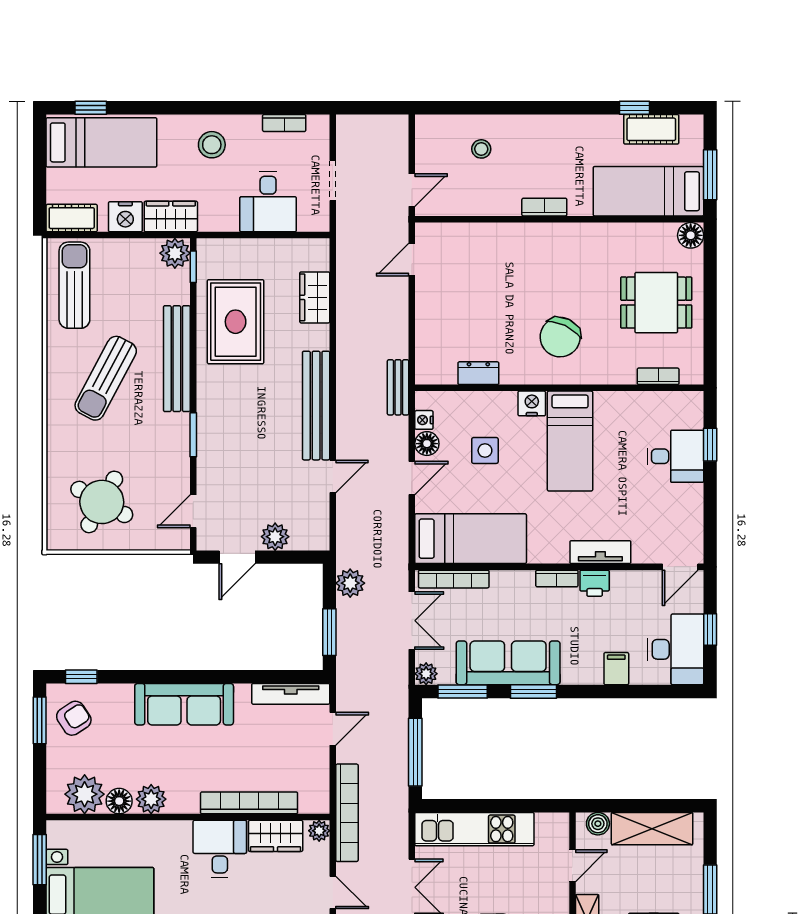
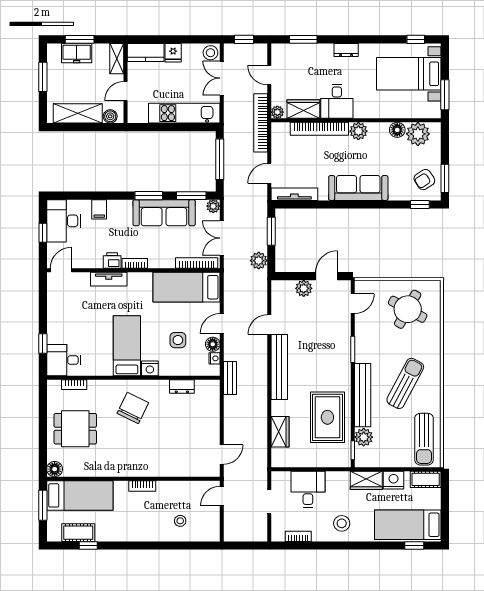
plant: (175, 253) -> (364, 437), moved
desk: (675, 456) -> (64, 360), moved
plant: (151, 799) -> (358, 131), moved

